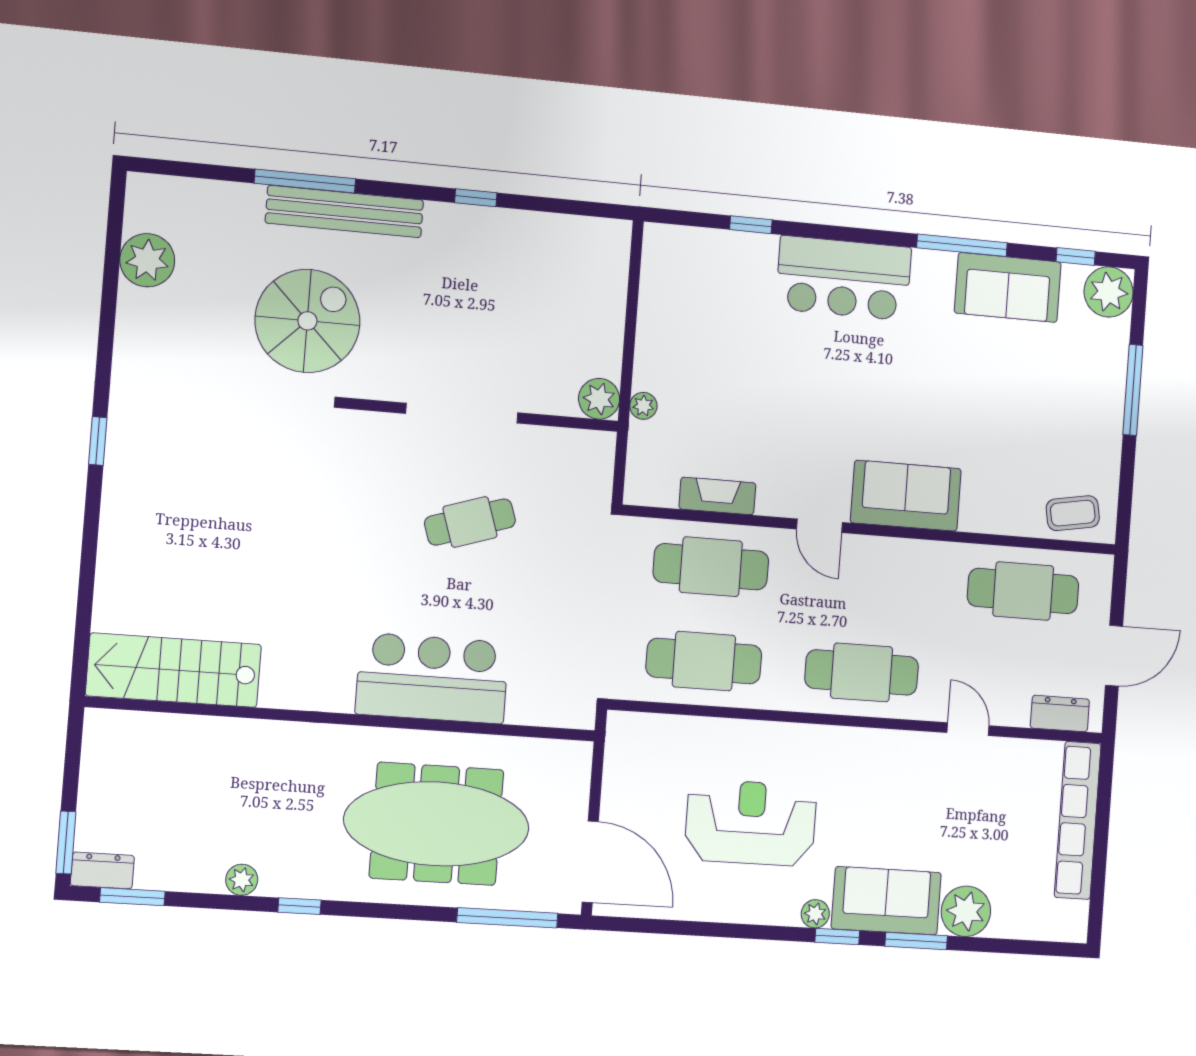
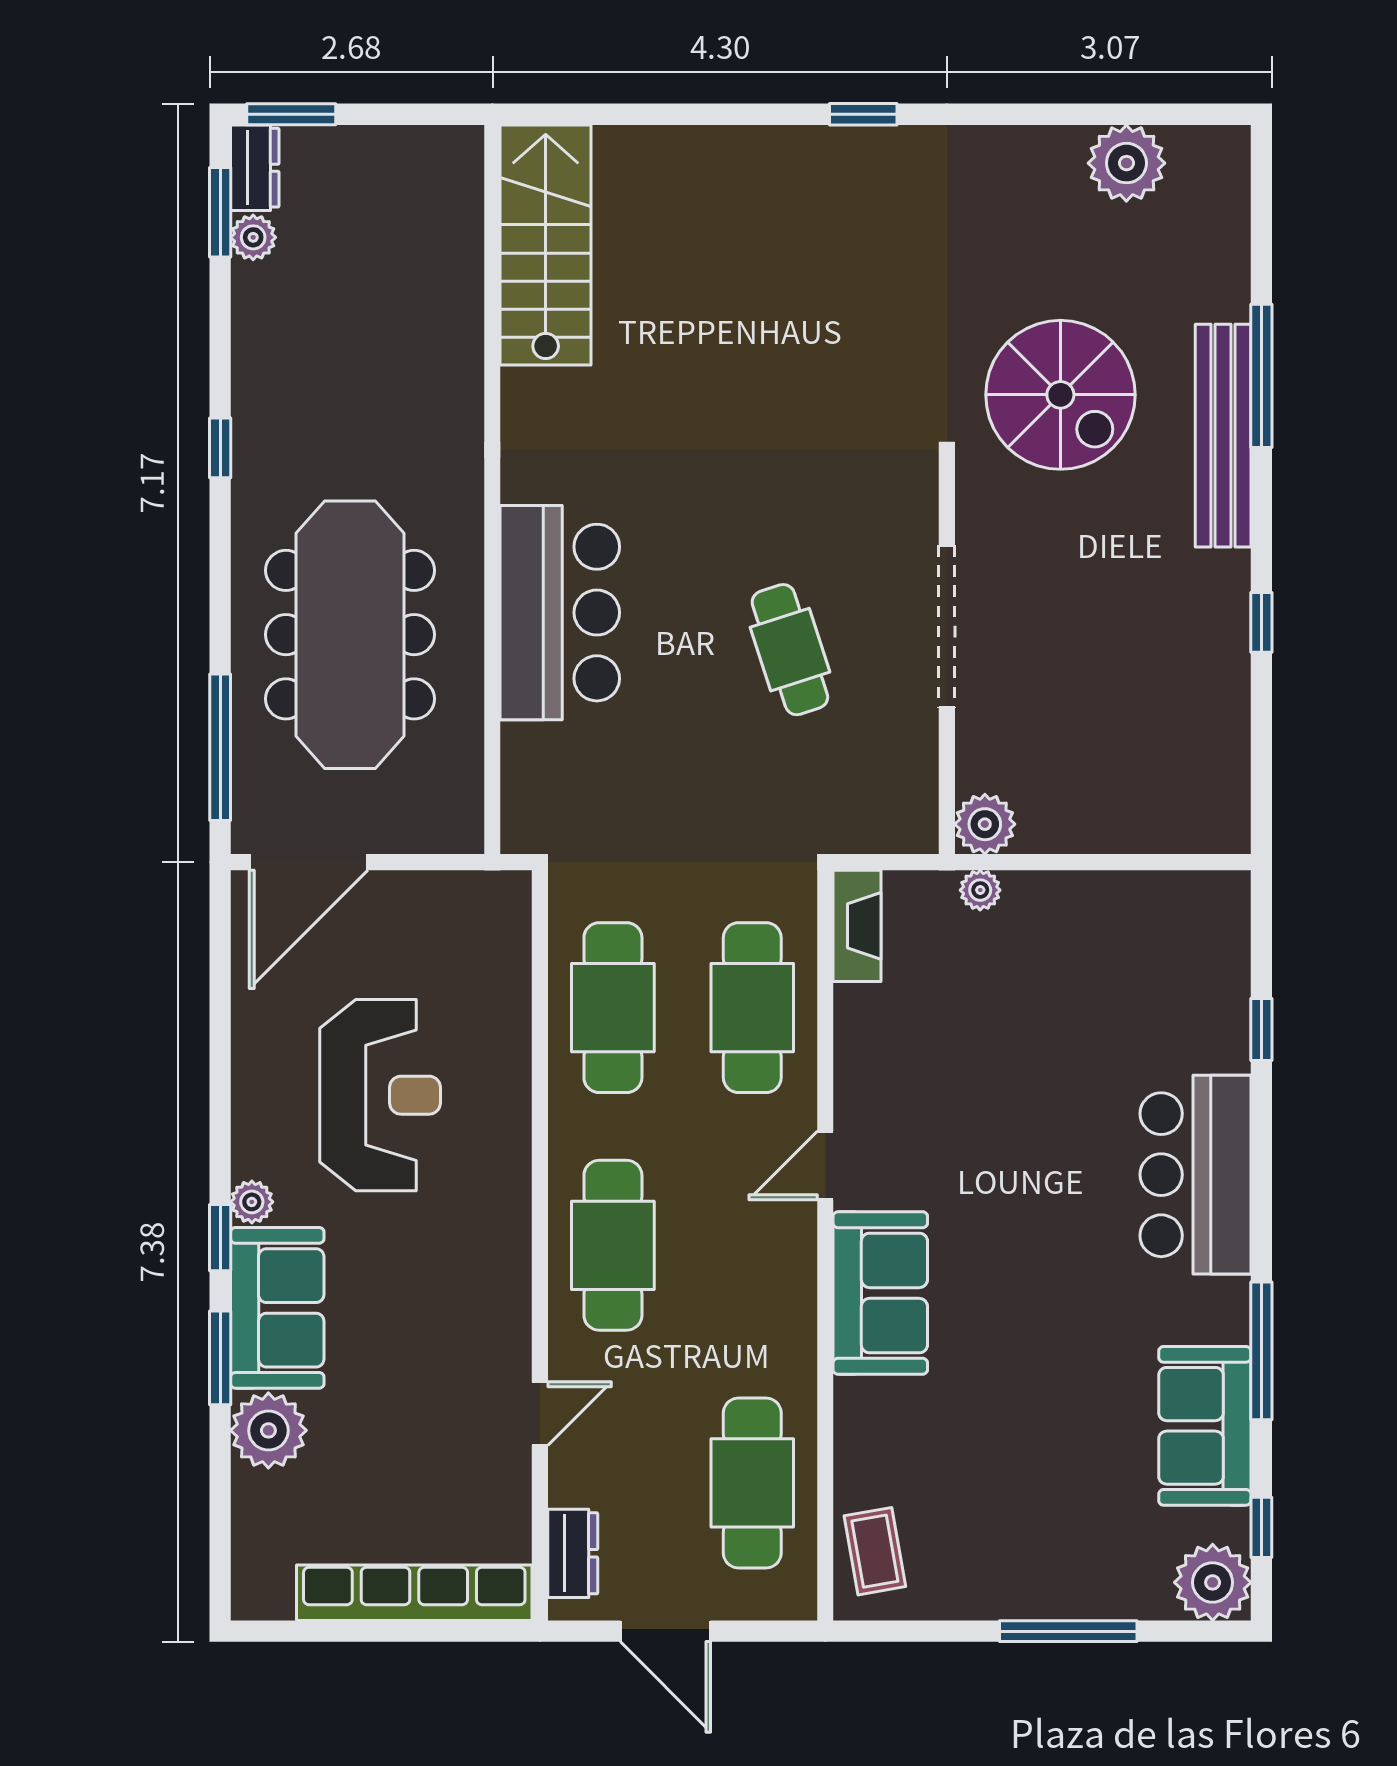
fireplace: (717, 496) -> (857, 926), moved
plant: (242, 880) -> (253, 237), moved

